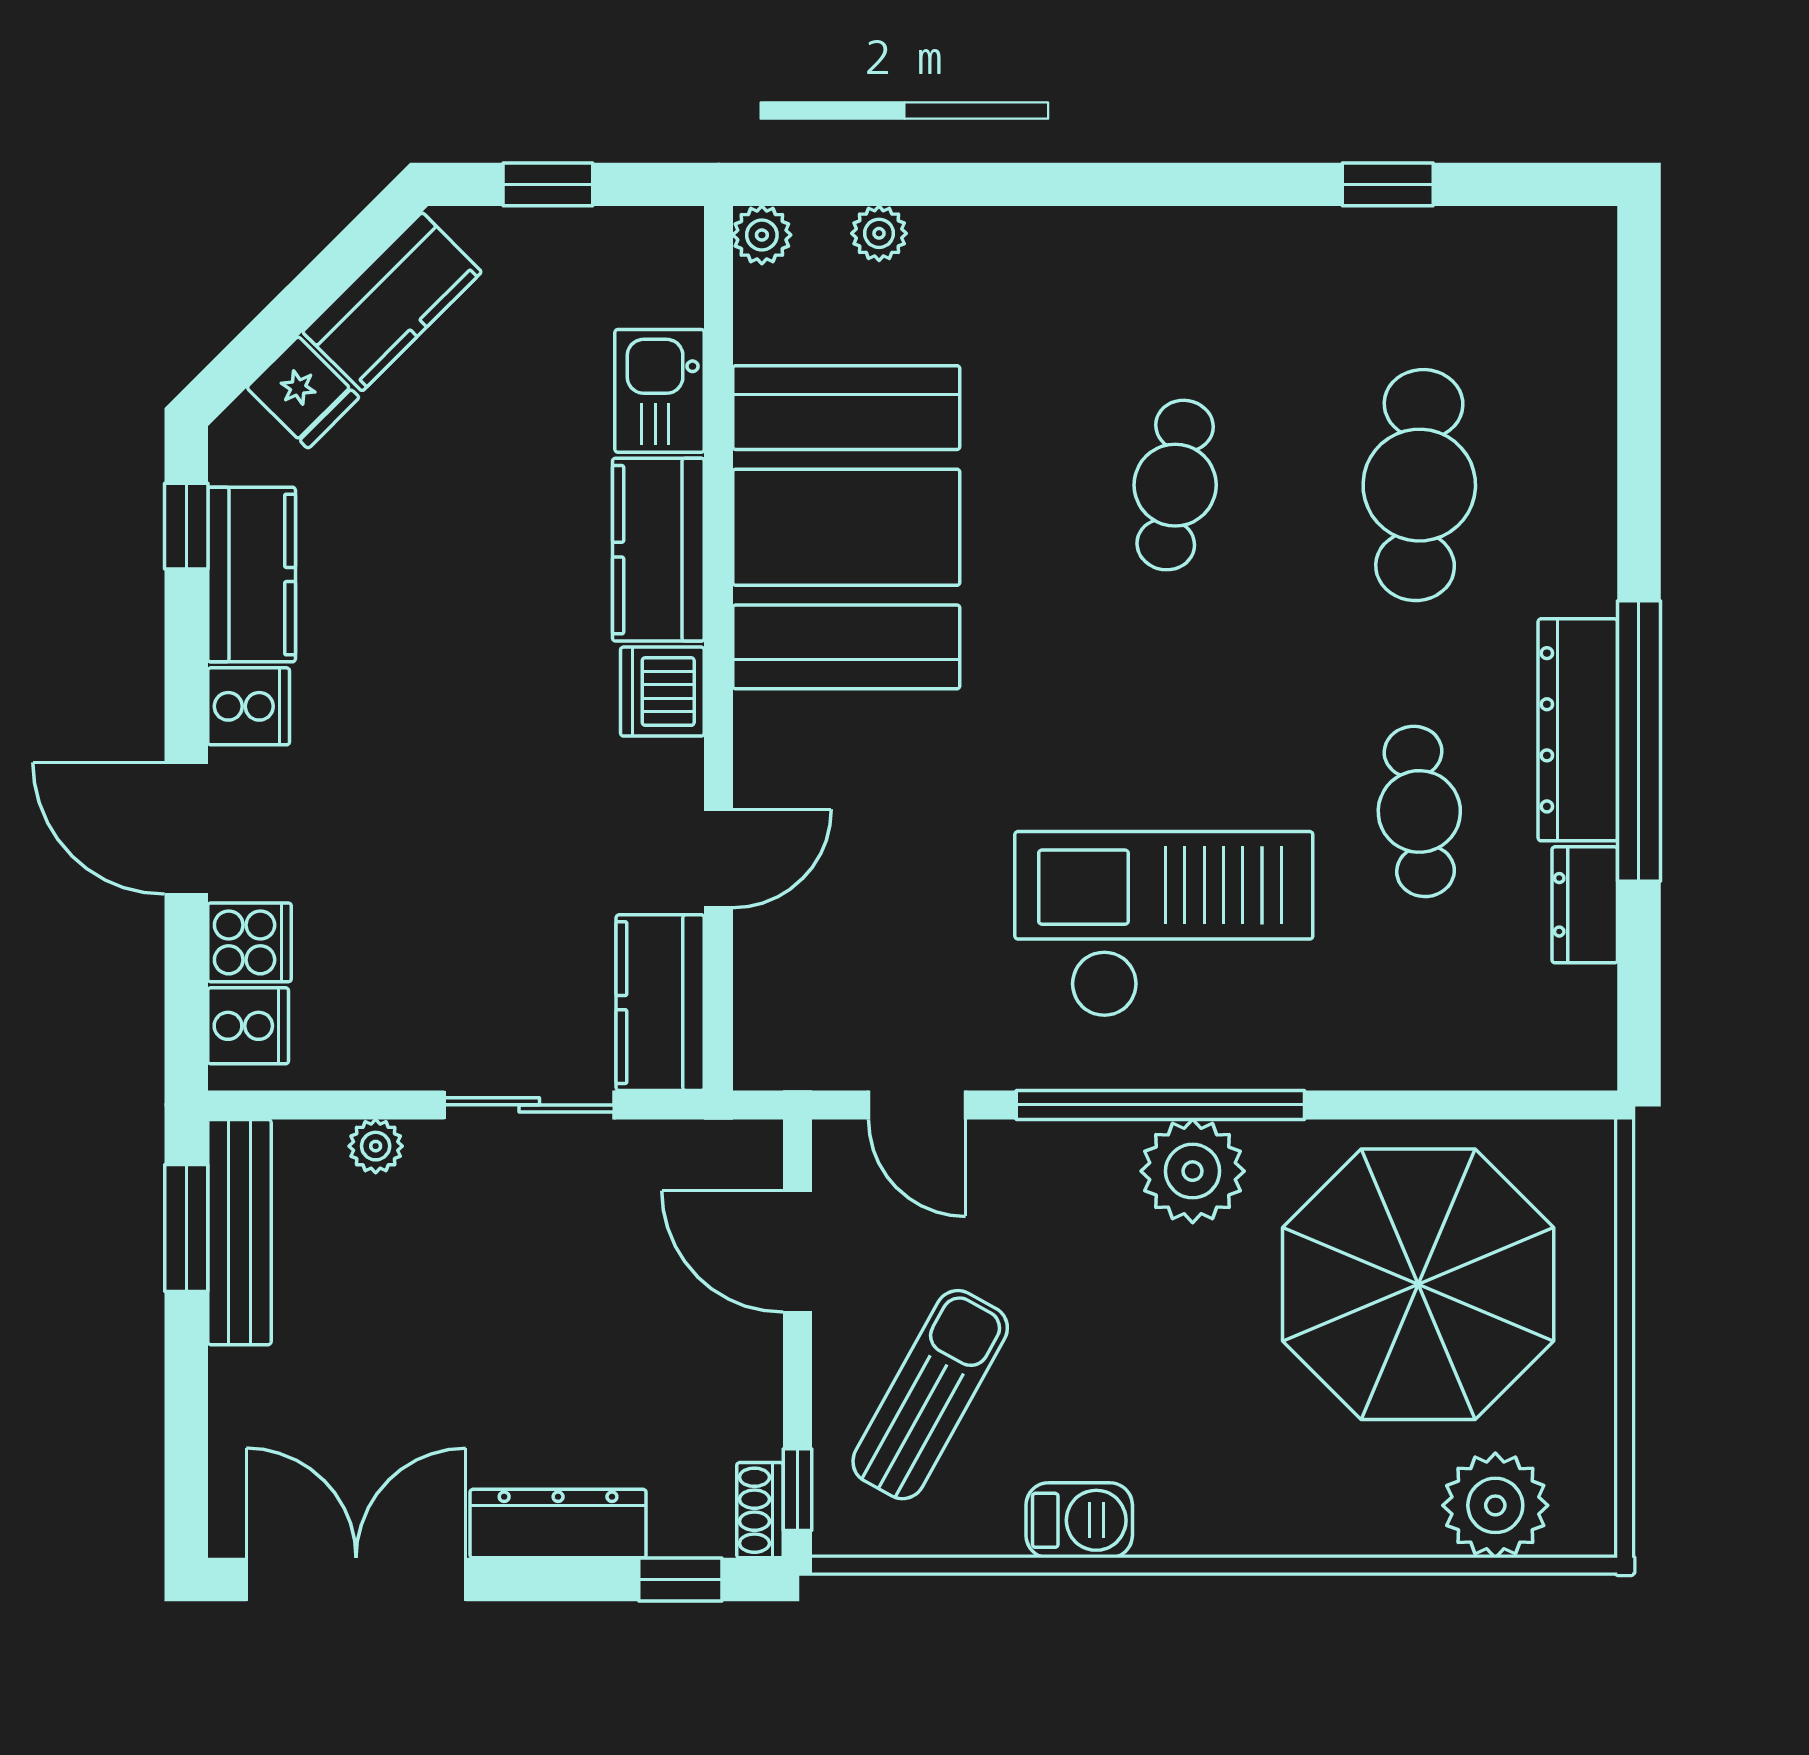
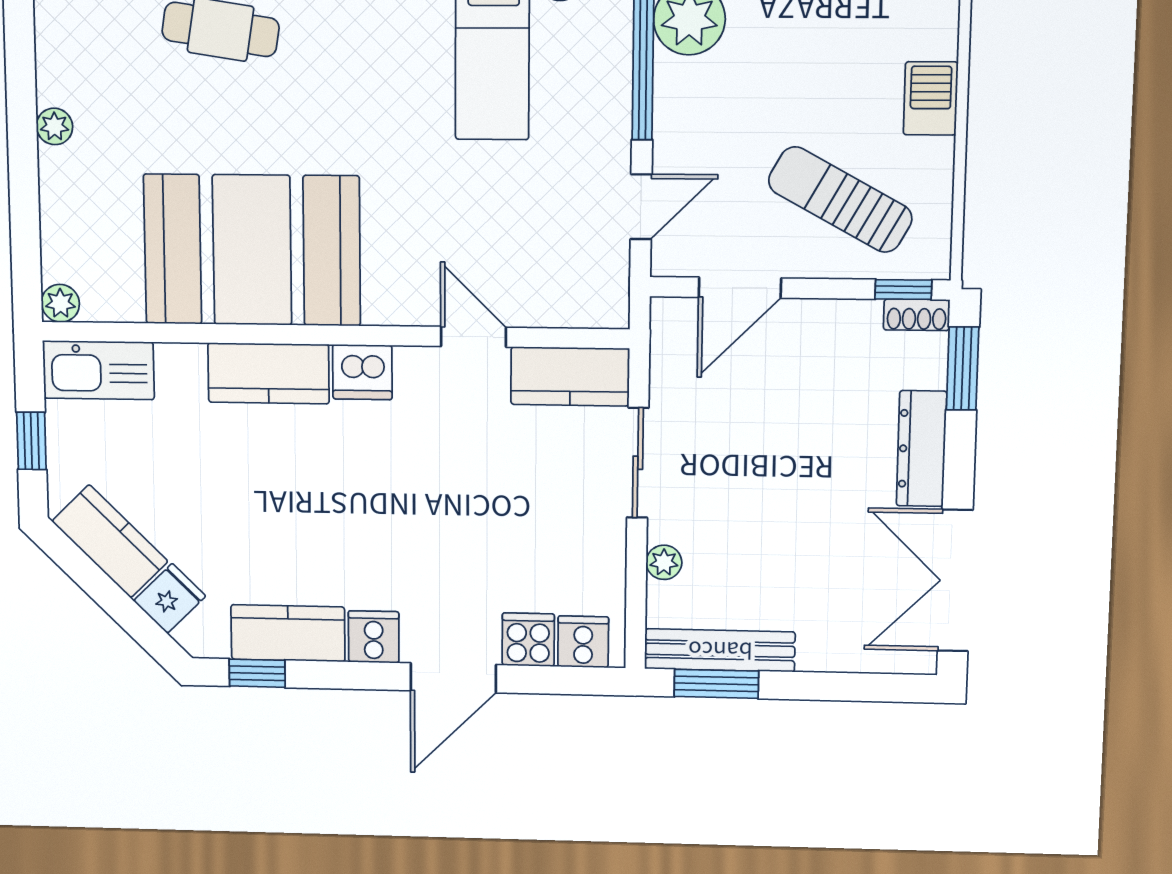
plant: (879, 233) -> (54, 126), moved
kitchen sink: (660, 391) -> (98, 370), moved, width x1.38
window: (680, 1580) -> (963, 368), width x1.50

